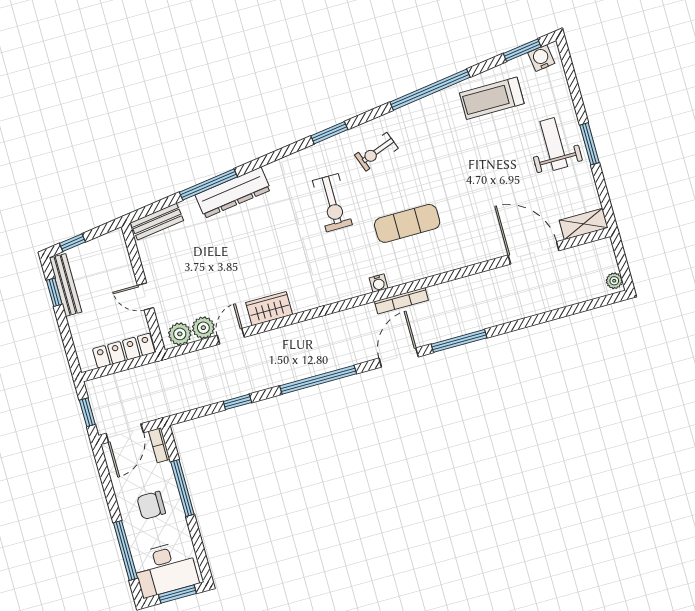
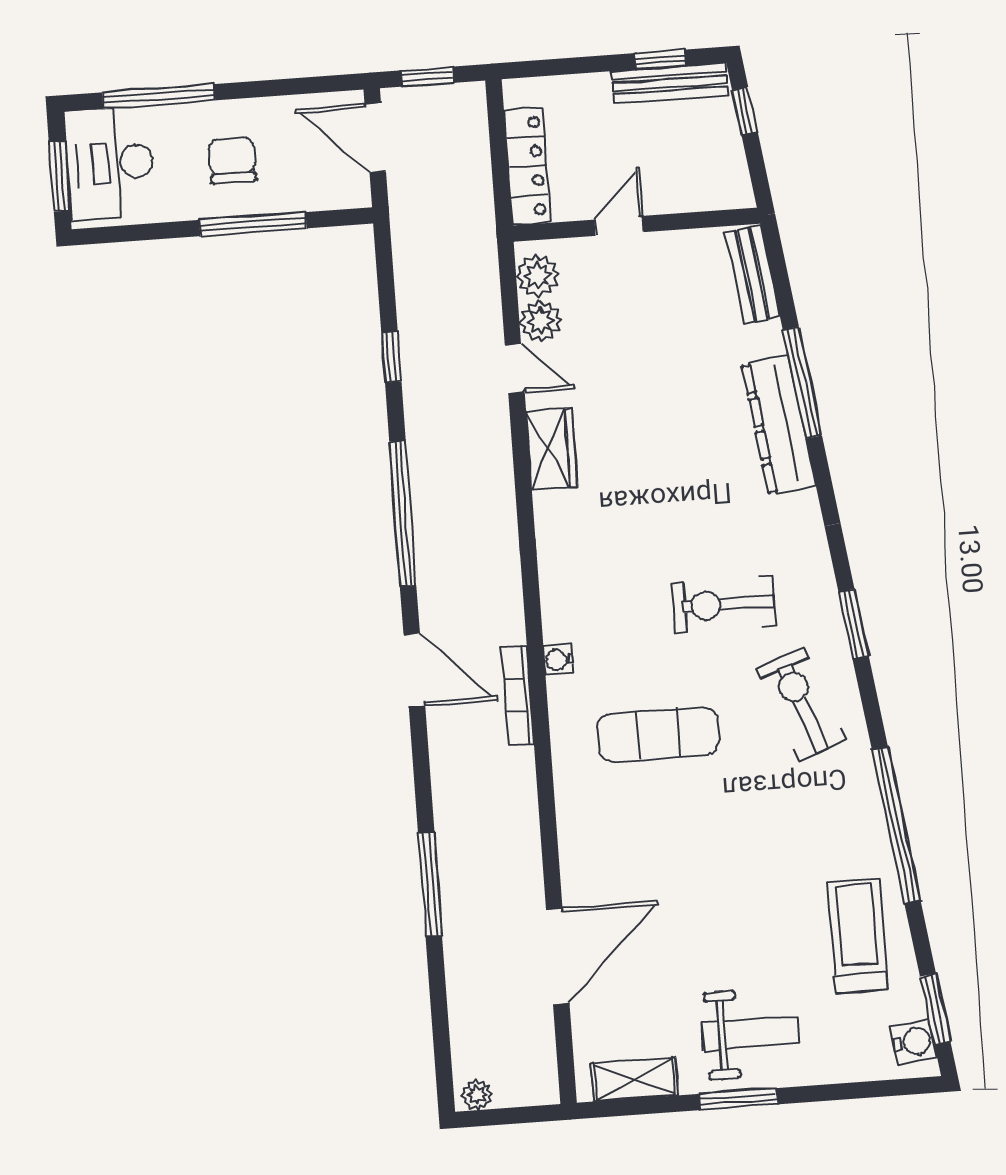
exercise bike: (376, 152) -> (801, 704), width x1.38, depth x1.39
exercise mat: (407, 223) -> (658, 734), turned 90
shelving: (584, 224) -> (634, 1079), moved, turned 90
window: (459, 341) -> (430, 884), moved
bookcase: (159, 445) -> (340, 197), removed

